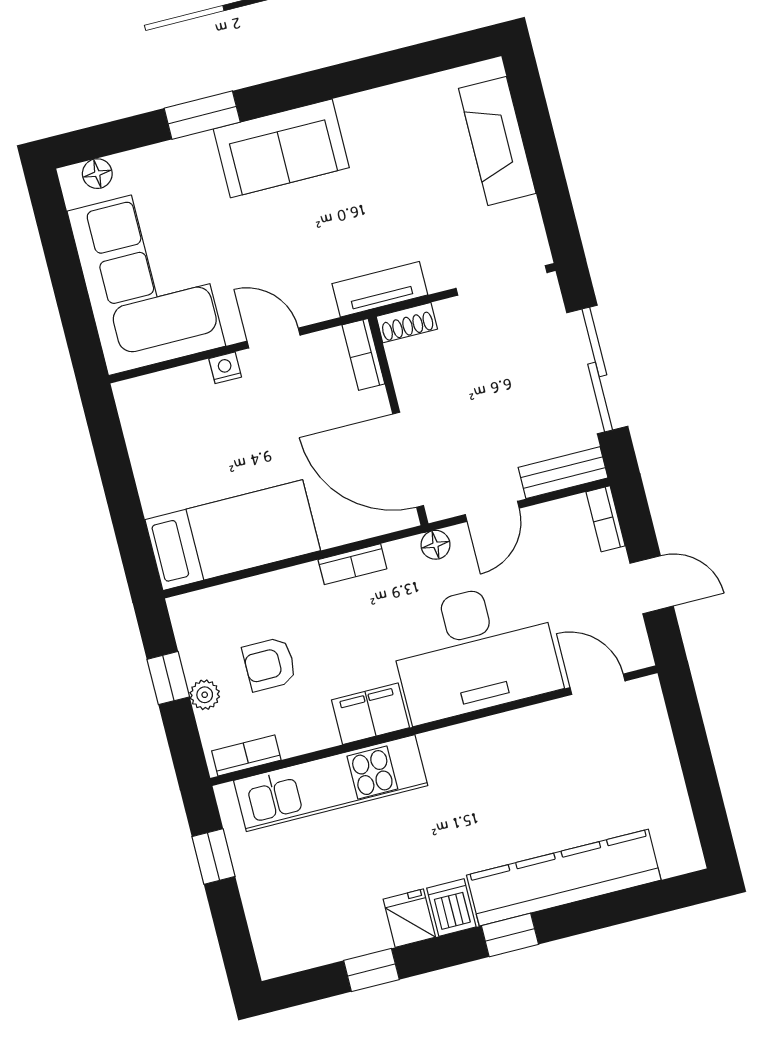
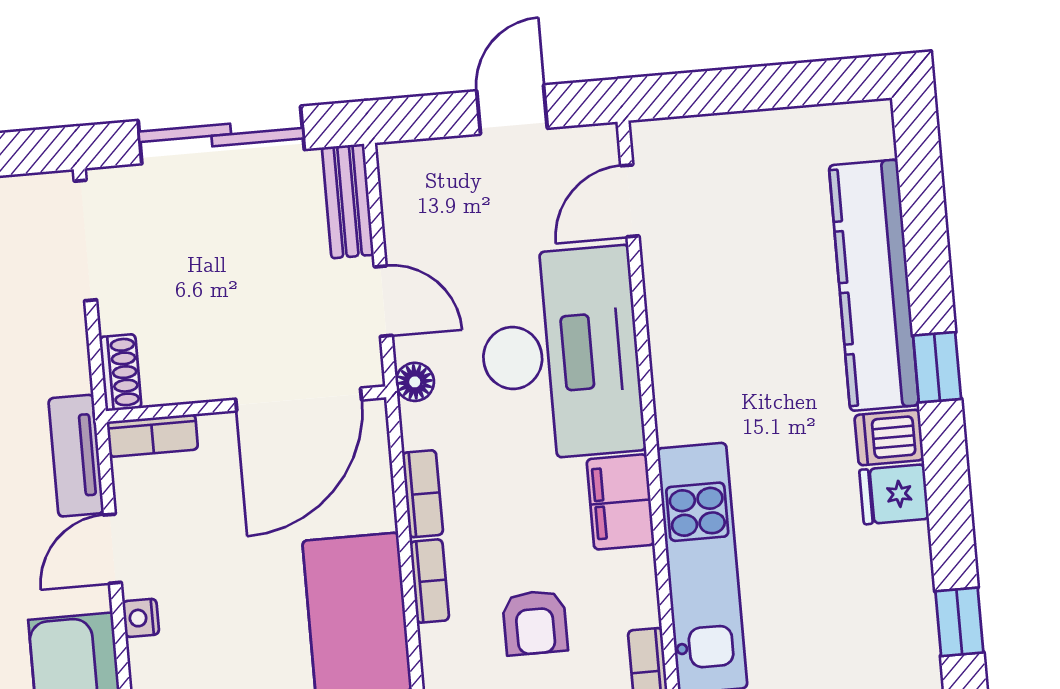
tv unit: (380, 289) -> (76, 456), moved
bookcase: (606, 519) -> (429, 581), moved, turned -90
window: (371, 970) -> (959, 622), moved

